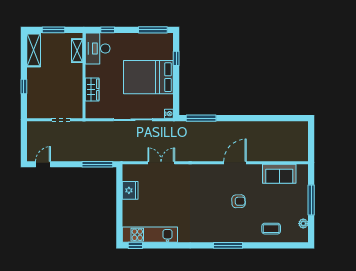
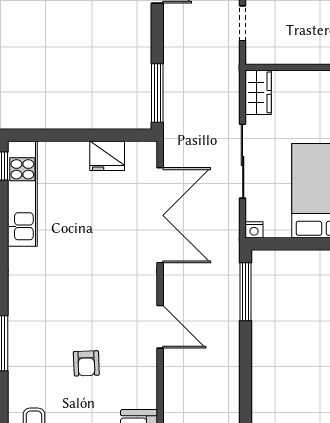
wardrobe: (92, 90) -> (258, 92), moved, turned -90
double door: (161, 163) -> (160, 215), width x1.87
door: (235, 163) -> (160, 327), moved

